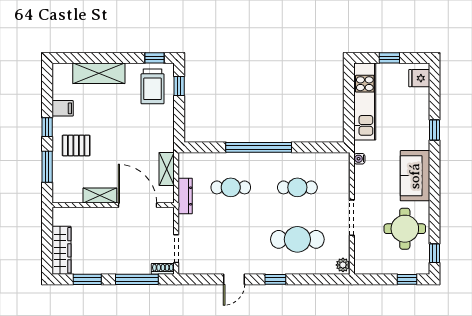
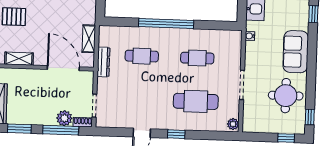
shelving: (100, 196) -> (19, 59), moved
plant: (141, 265) -> (64, 118), added

